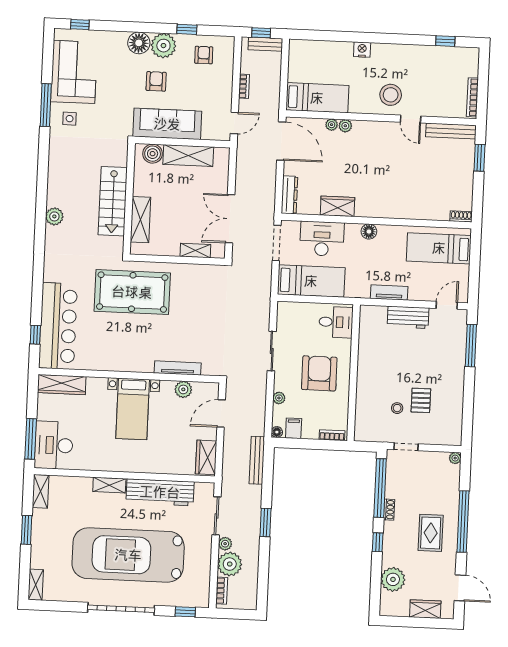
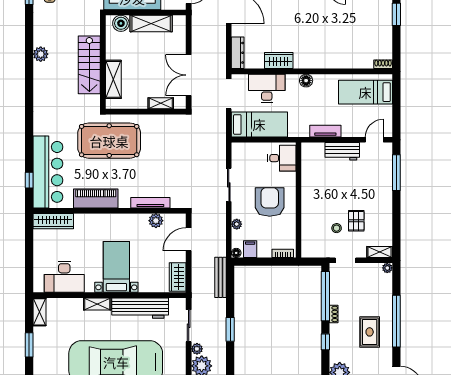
plant: (54, 216) -> (41, 54), moved
piano: (113, 360) -> (96, 198), added
bed with nightstands: (133, 409) -> (116, 267), moved, turned 180
window: (31, 439) -> (29, 268), removed
shelving: (447, 439) -> (380, 252), added
desk: (54, 445) -> (64, 277), moved, turned -90

